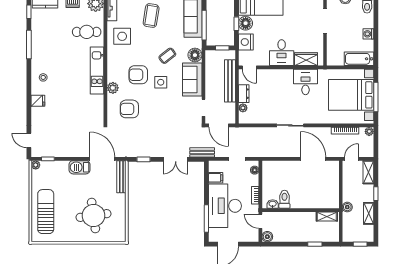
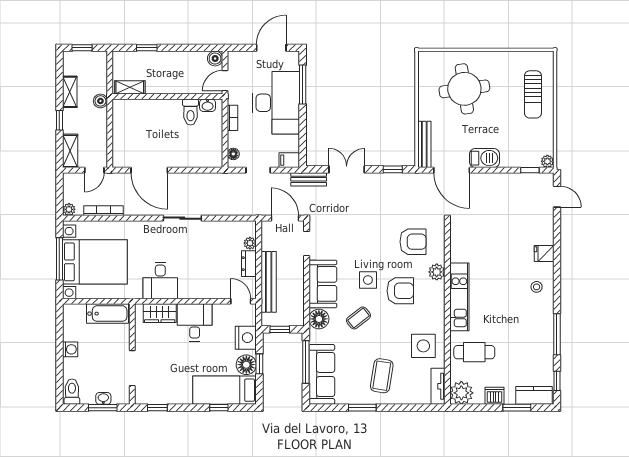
bathtub: (359, 59) -> (108, 314), moved
filing cabinet: (216, 178) -> (289, 160), moved
sun lounger: (46, 212) -> (533, 94), width x0.73, depth x0.75
door: (260, 221) -> (225, 81), swing flipped

